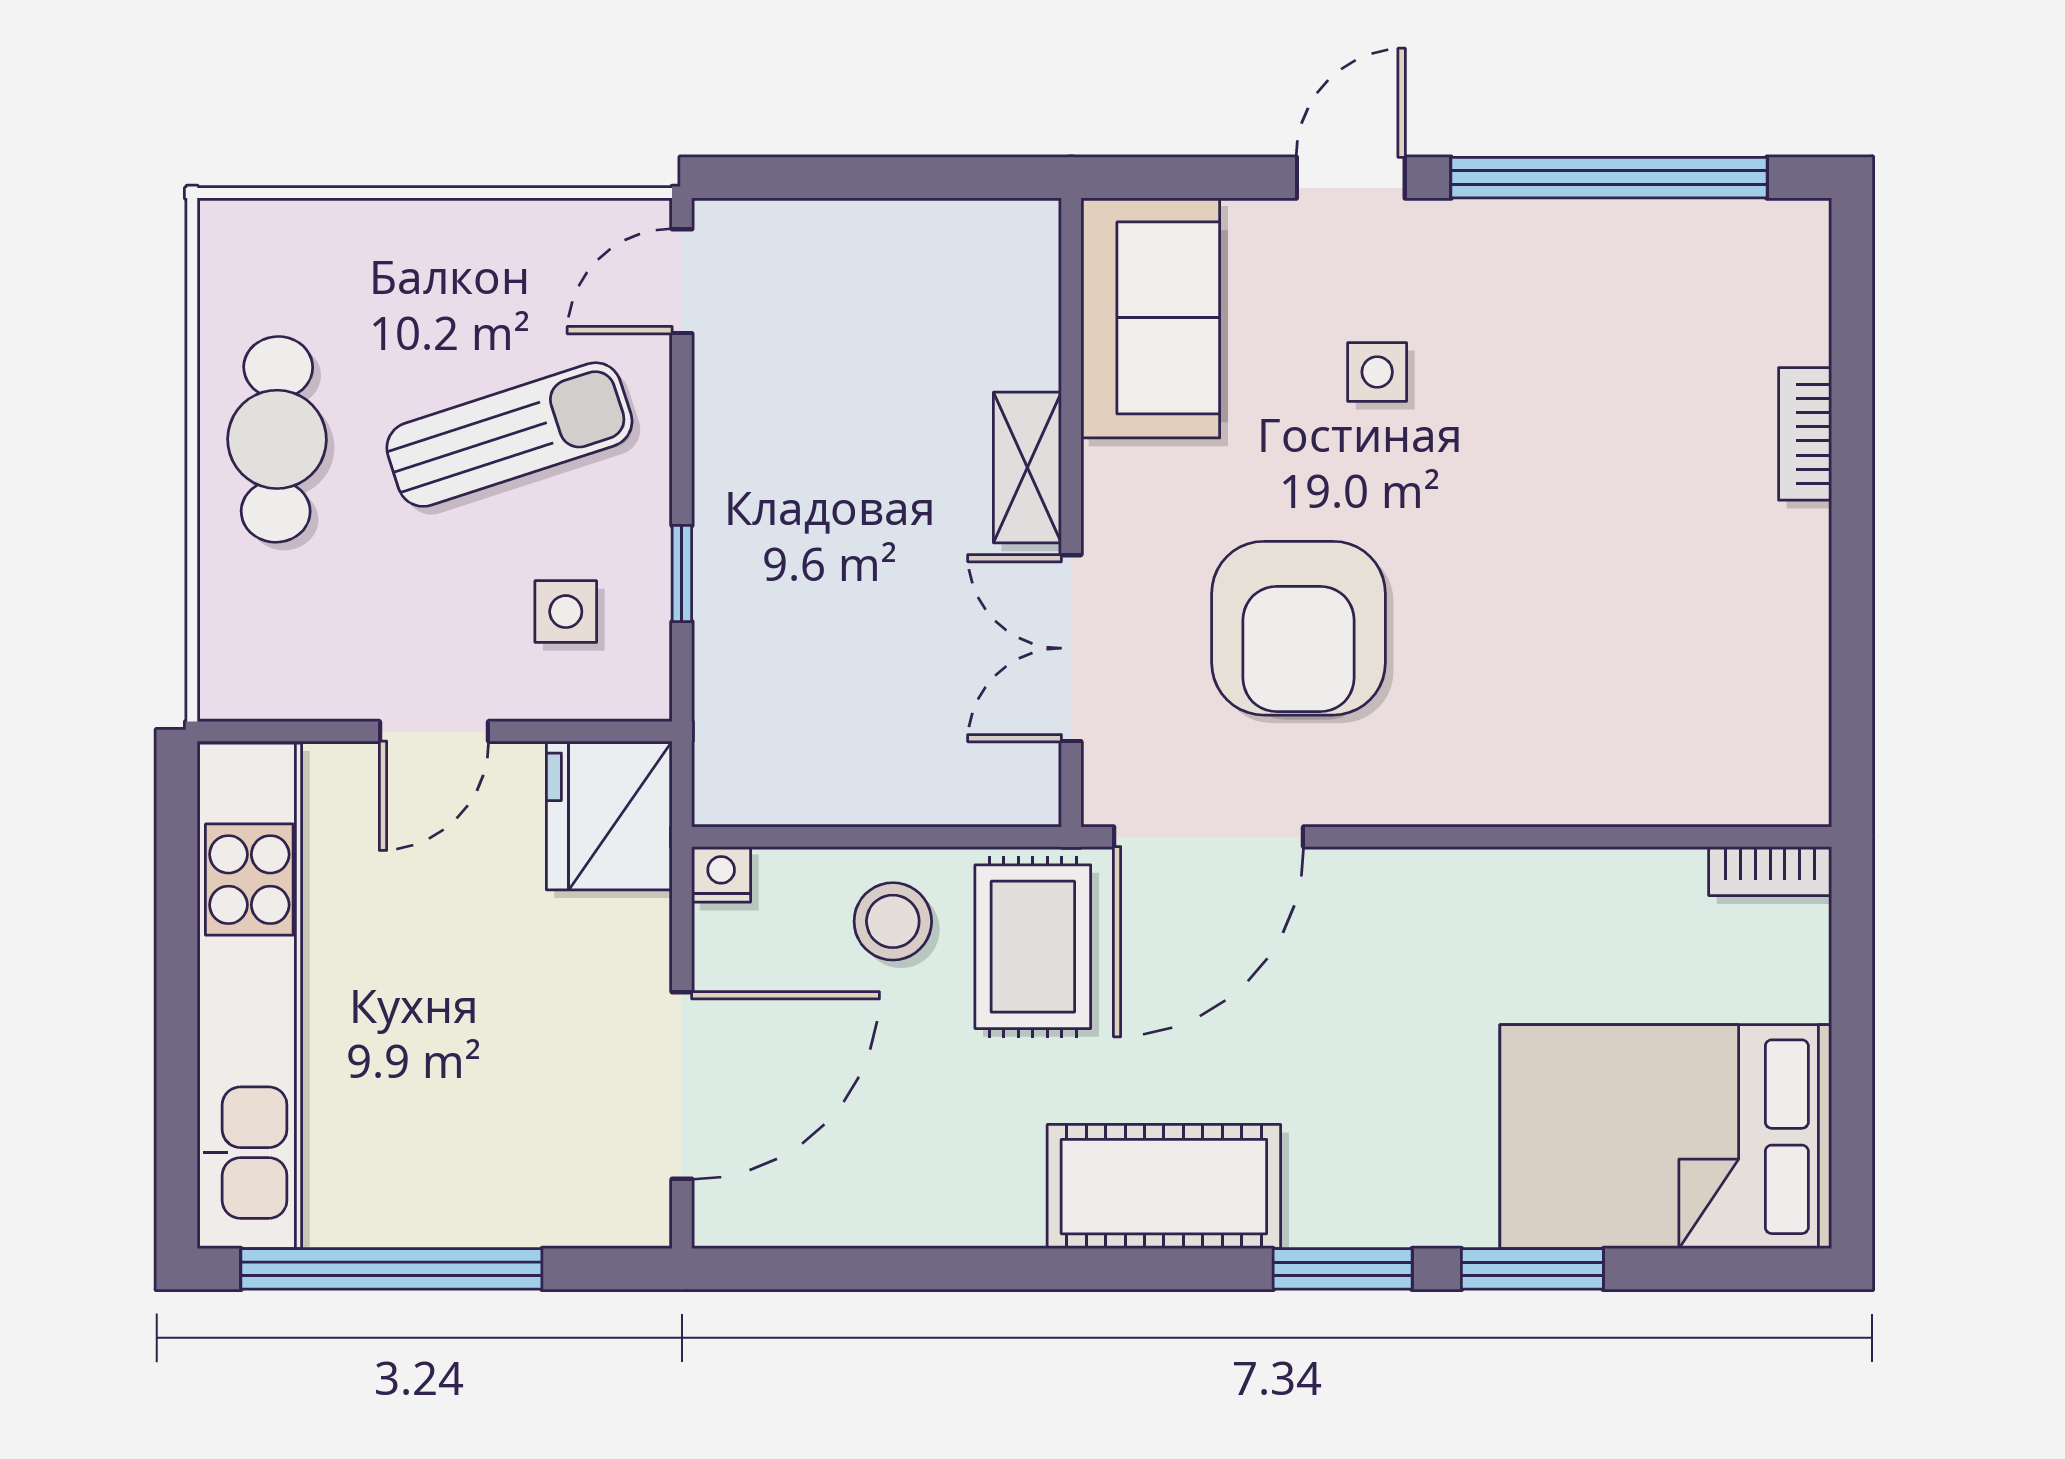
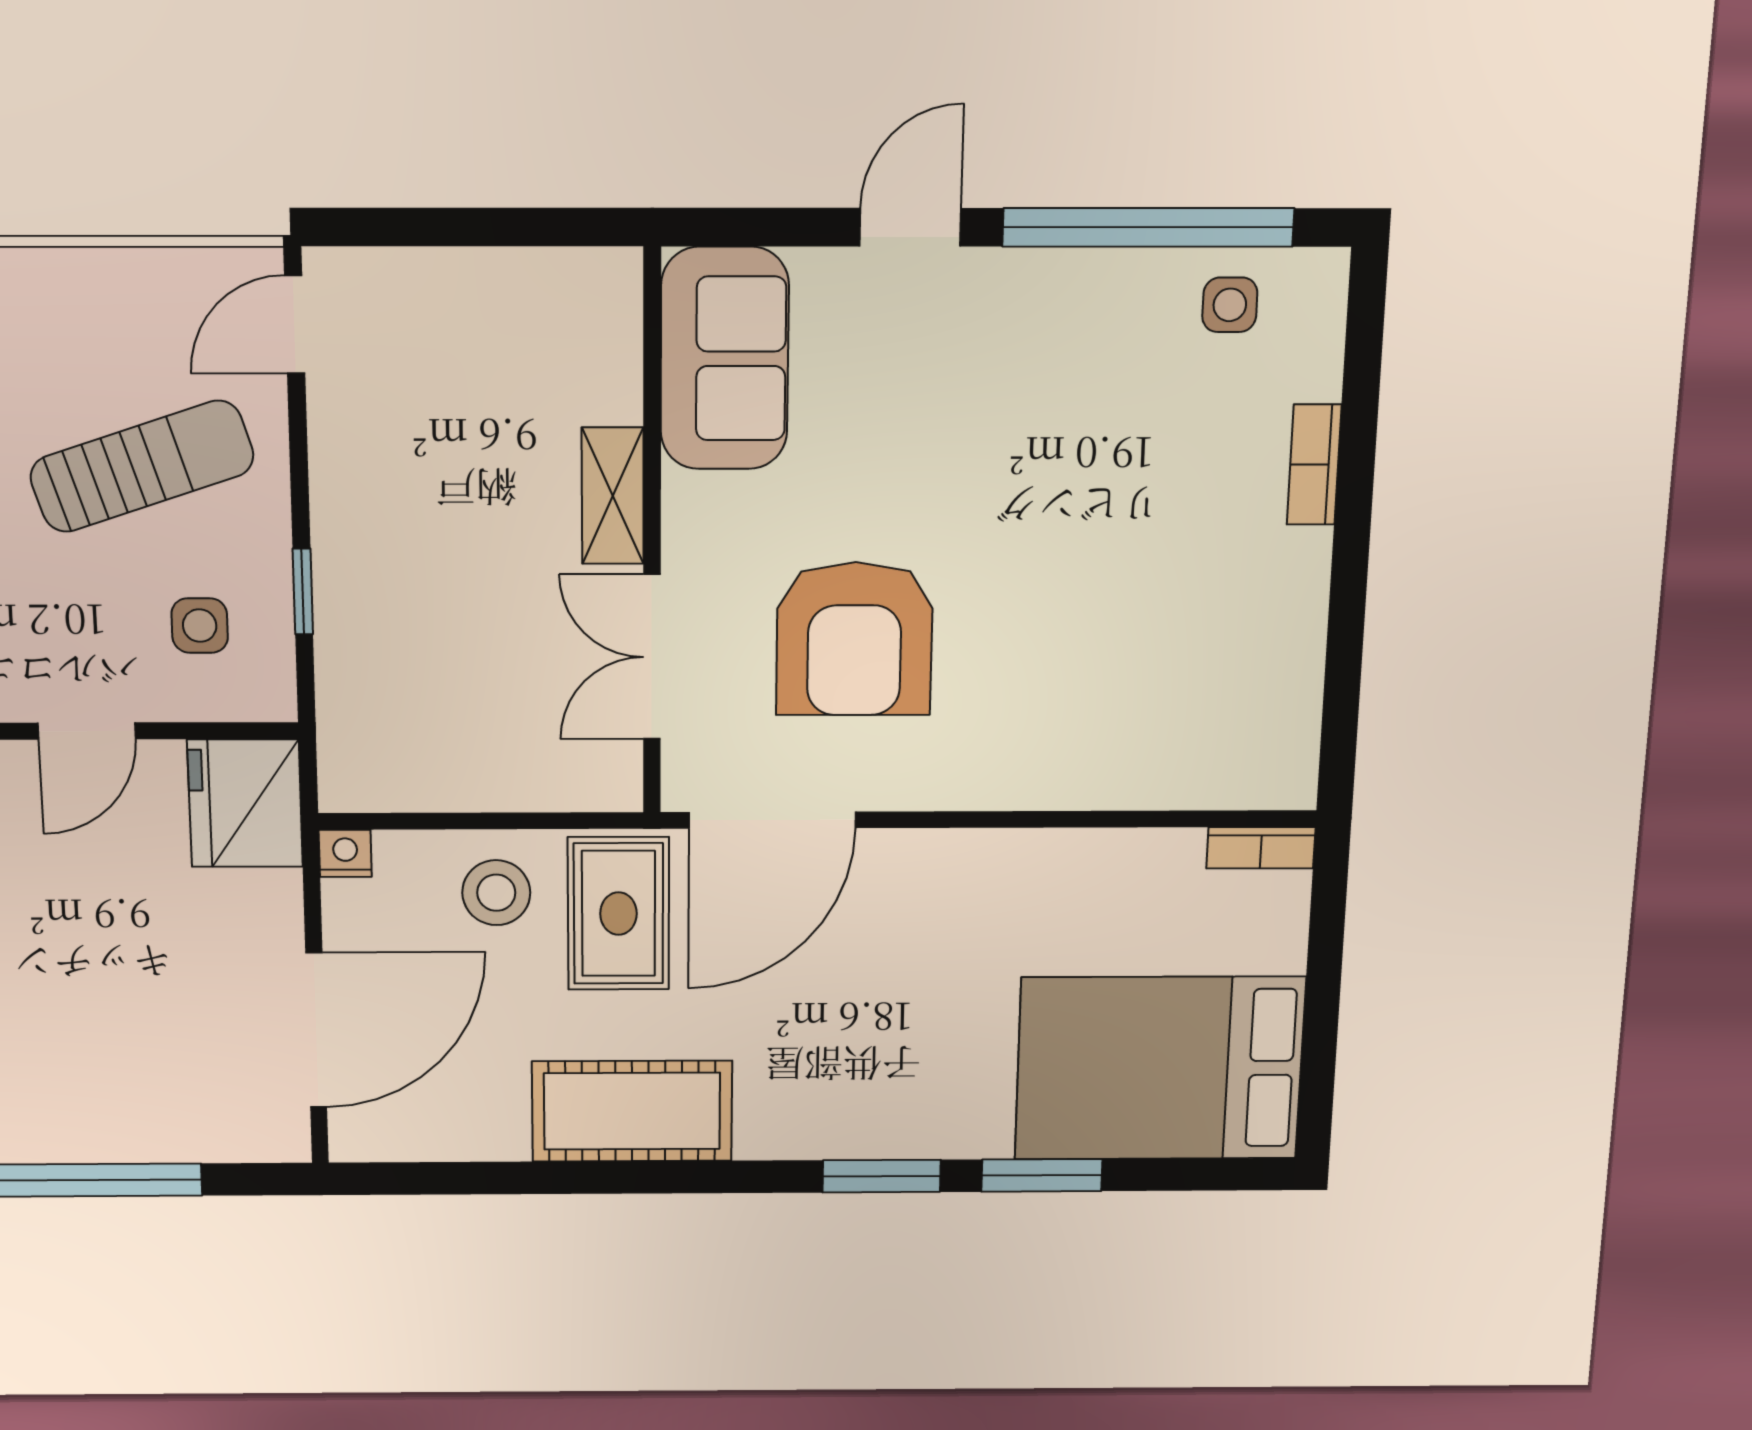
side table: (1377, 372) -> (1230, 305), moved
cot: (1164, 1187) -> (632, 1111), moved

